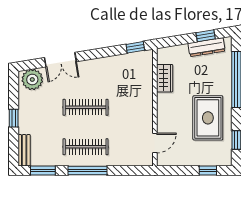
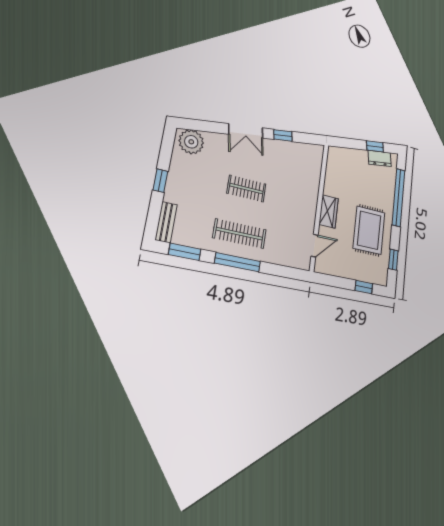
window: (135, 47) -> (283, 135), moved
dresser: (207, 47) -> (380, 158), width x0.70
double door: (60, 60) -> (246, 131), moved
wardrobe: (165, 78) -> (329, 211), moved
clothes rail: (86, 107) -> (247, 189), width x0.73

